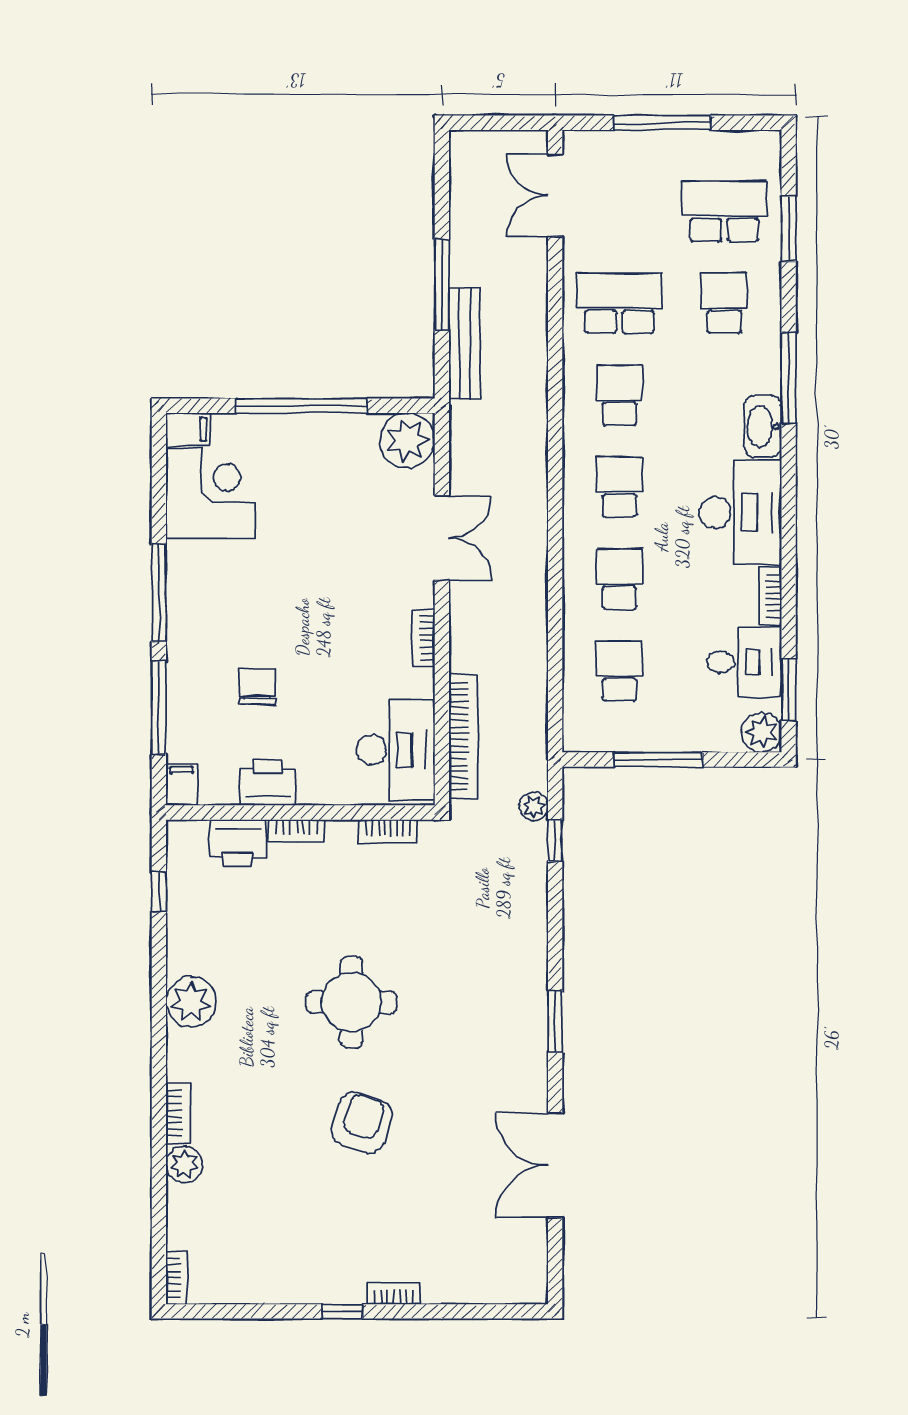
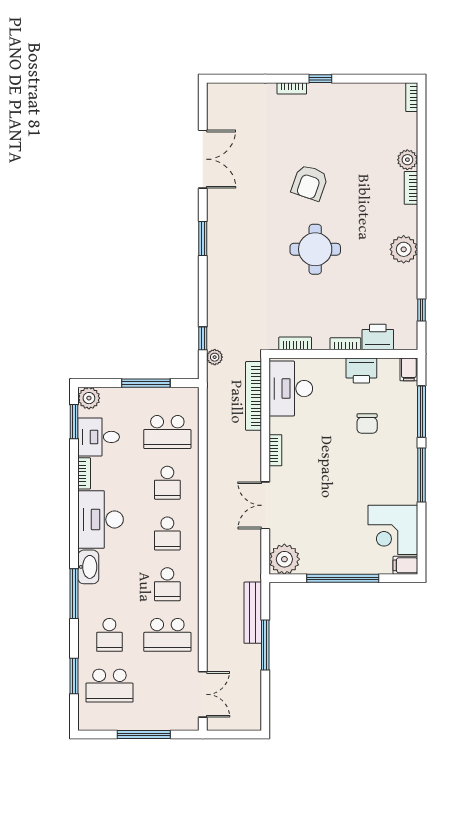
school desk: (619, 671) -> (167, 432), width x1.85

